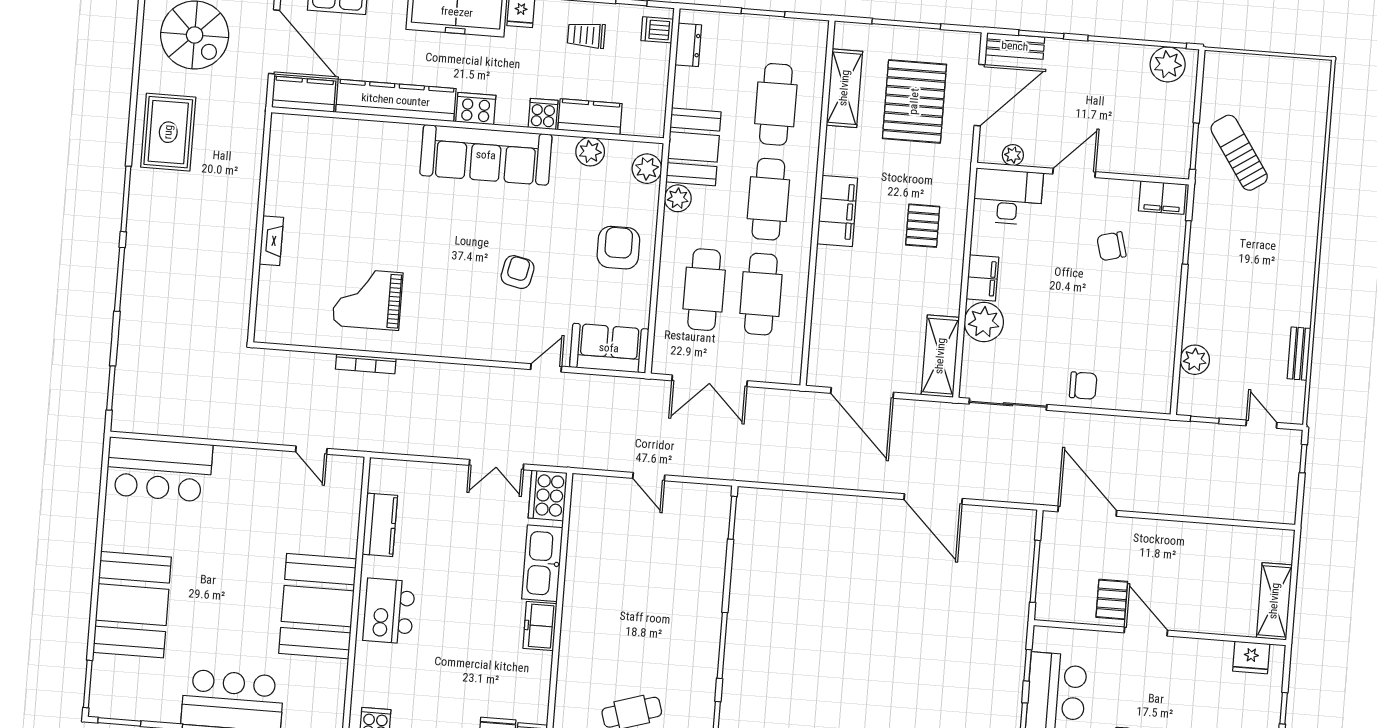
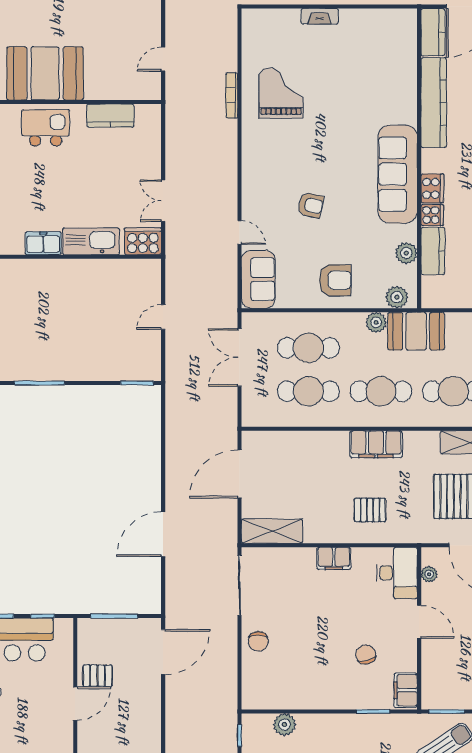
cooker: (476, 108) -> (432, 188), moved
plant: (984, 322) -> (301, 562), removed

